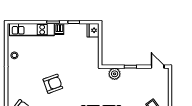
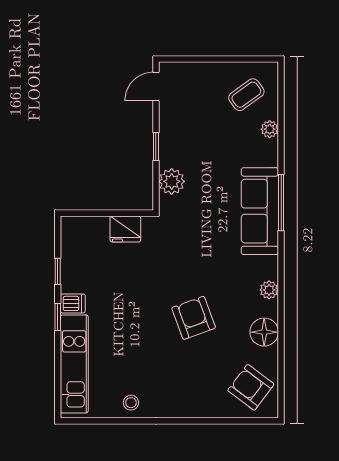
fridge: (93, 30) -> (125, 229), moved

